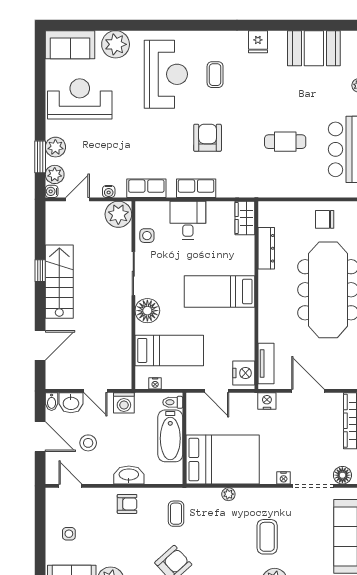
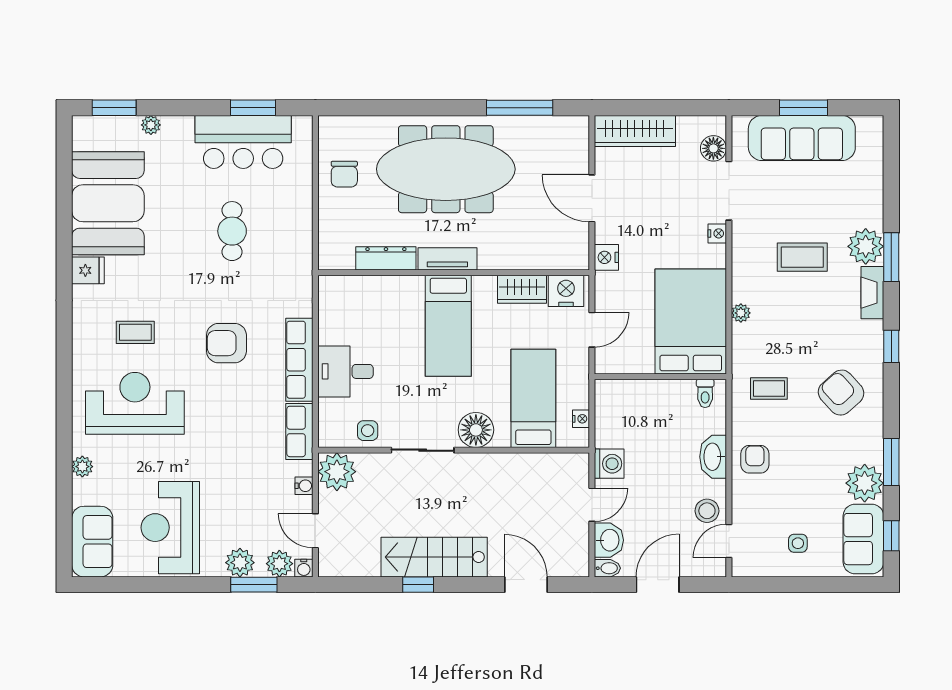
plant: (116, 44) -> (82, 467), width x0.53, depth x0.53
booth: (314, 48) -> (108, 203), width x1.36, depth x1.42
row of seats: (196, 188) -> (299, 360), width x1.48
wardrobe: (245, 218) -> (522, 289), moved
tv unit: (266, 364) -> (447, 259), moved
door: (308, 391) -> (592, 198), hinge flipped
toilet: (173, 402) -> (705, 393), moved
bathtub: (170, 436) -> (657, 397), removed
stool: (88, 443) -> (707, 511), moved

